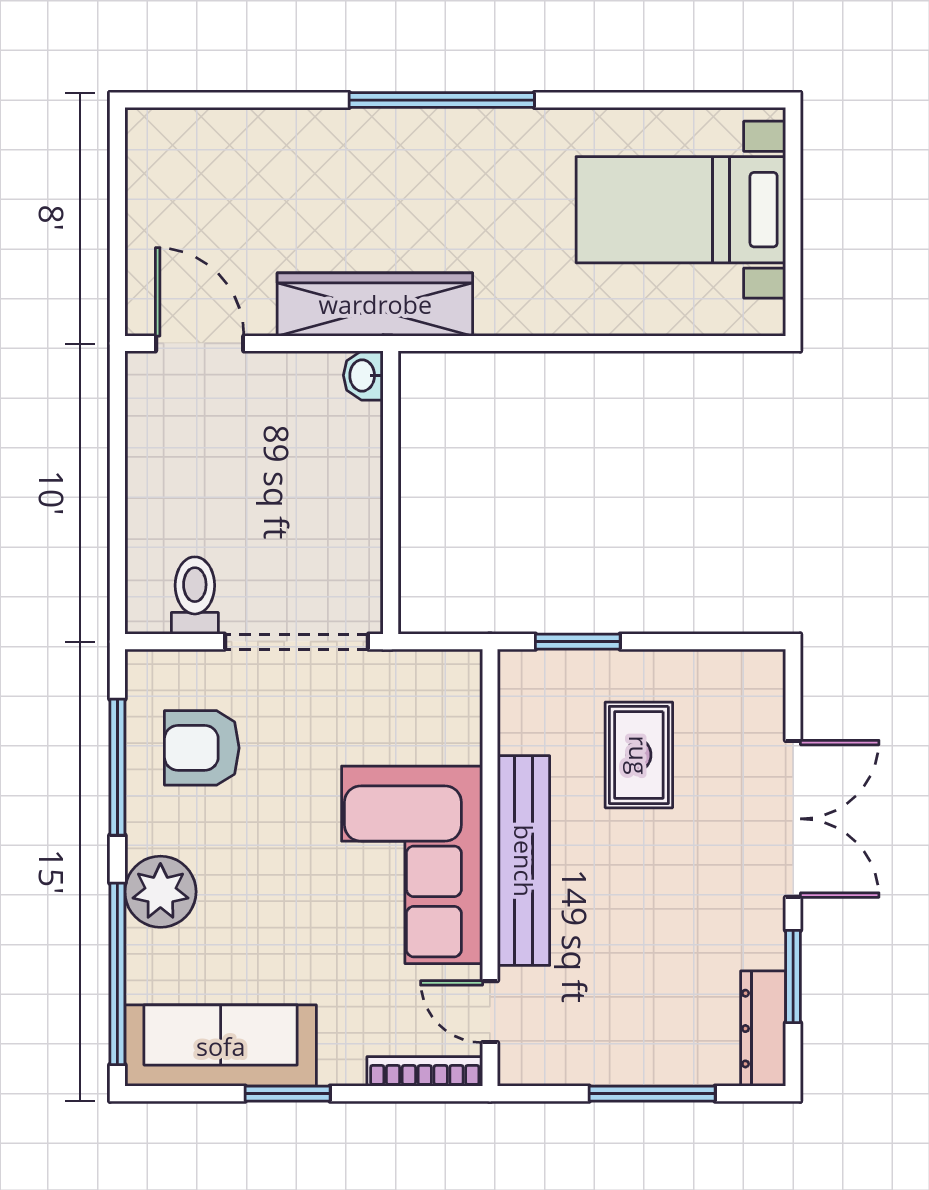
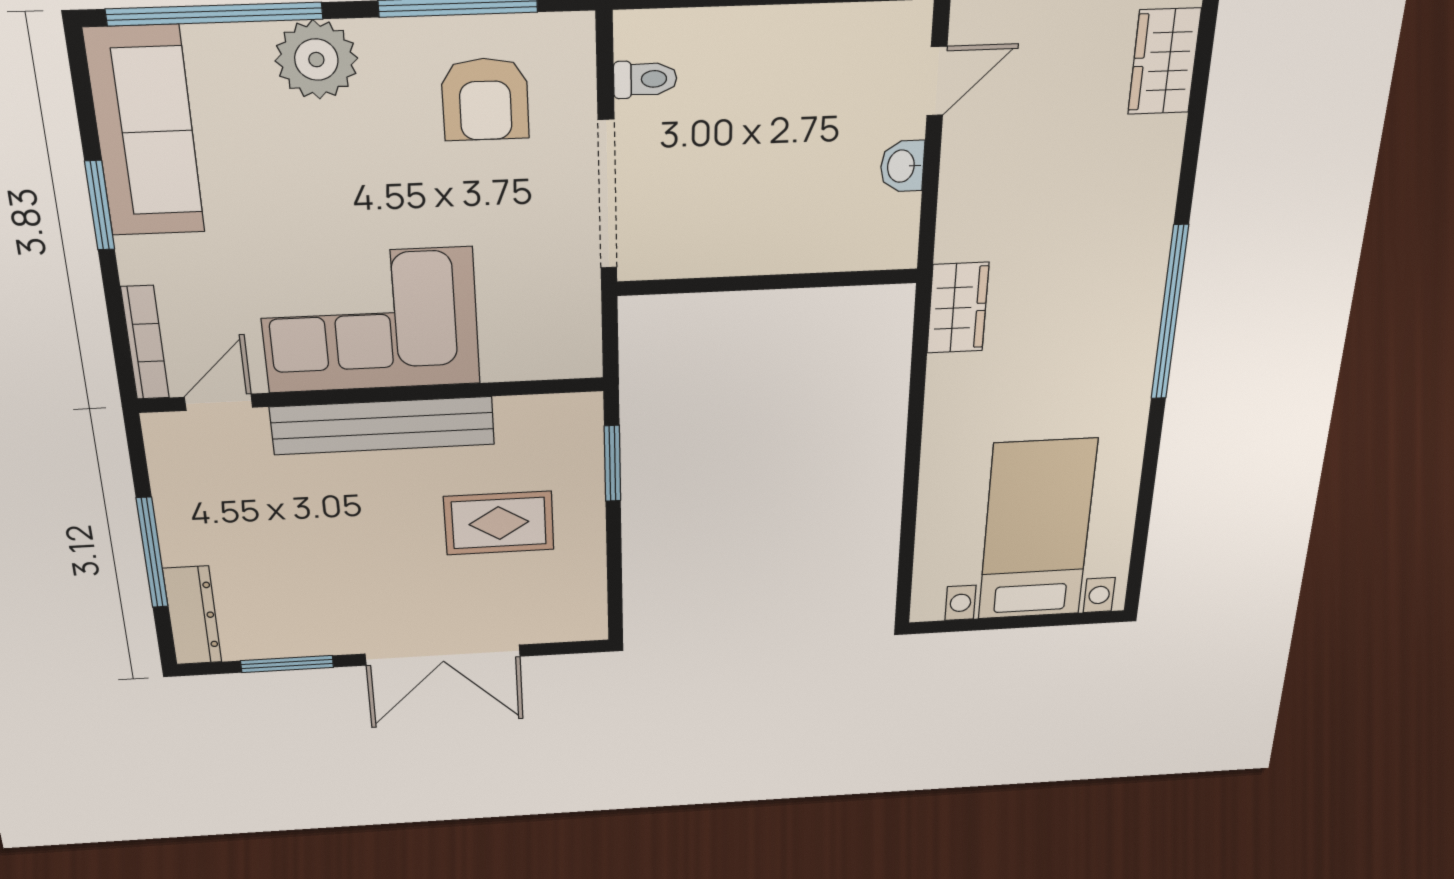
wardrobe: (189, 136) -> (1164, 61), added
wardrobe: (375, 304) -> (958, 308), width x0.48, depth x0.85
door: (200, 343) -> (937, 81), width x0.73
washbasin: (363, 375) -> (902, 166), moved, turned -90
toilet: (195, 595) -> (645, 79), width x0.73, depth x0.72
armchair: (202, 748) -> (485, 99), turned 180
dresser: (763, 1029) -> (192, 616), moved, turned 90

